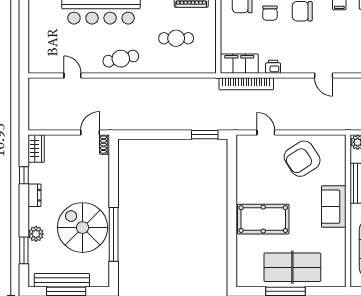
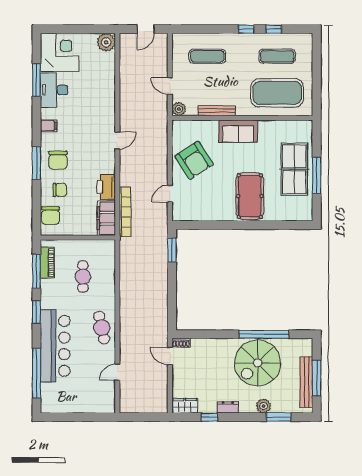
printer: (273, 67) -> (106, 187), width x1.87, depth x1.48

